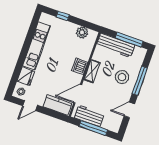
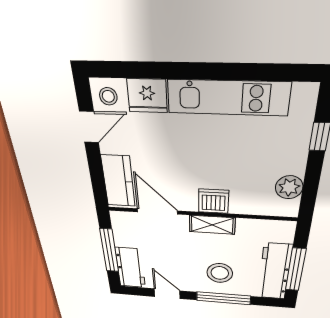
workbench: (115, 45) -> (275, 272), moved
door: (30, 106) -> (89, 127), swing flipped
workbench: (89, 116) -> (130, 268), moved

